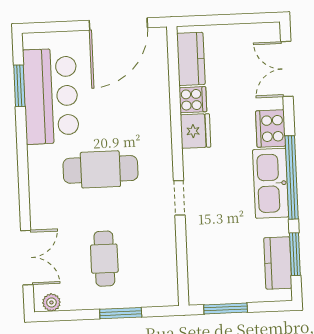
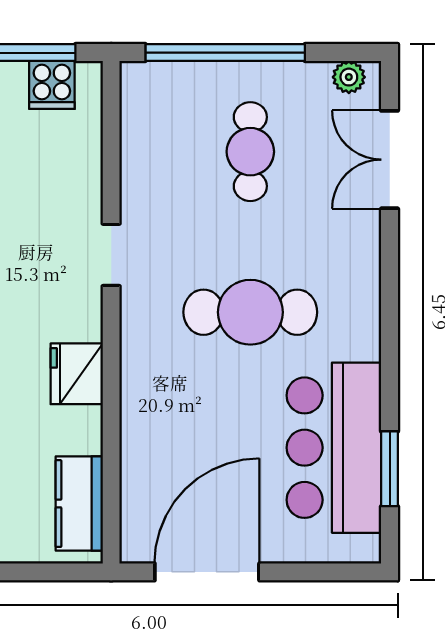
cooker: (193, 100) -> (52, 85), moved, turned -90
window: (121, 313) -> (225, 53), width x2.11

